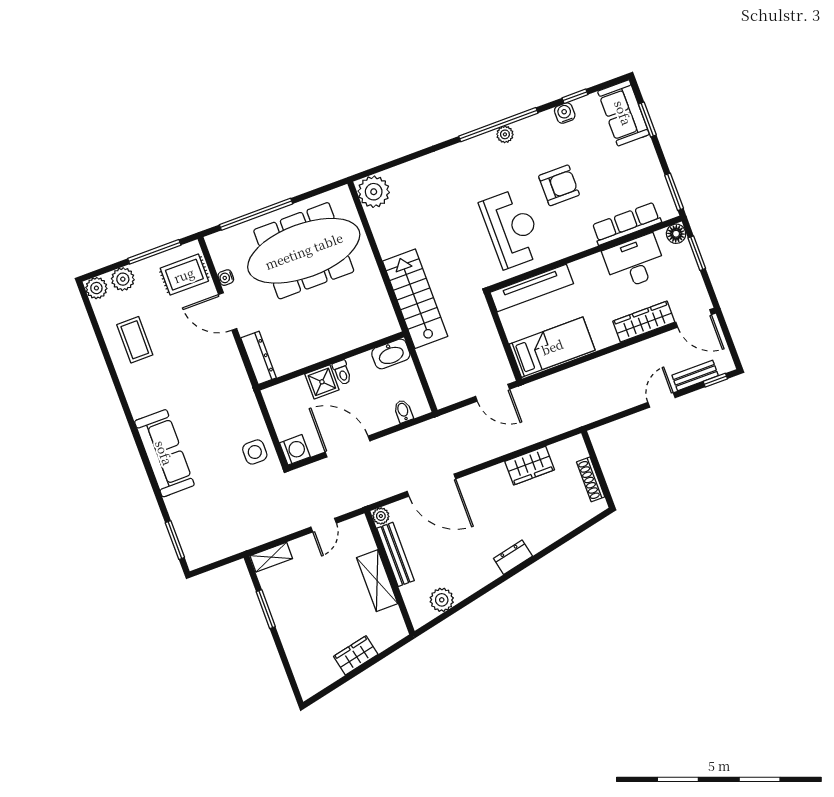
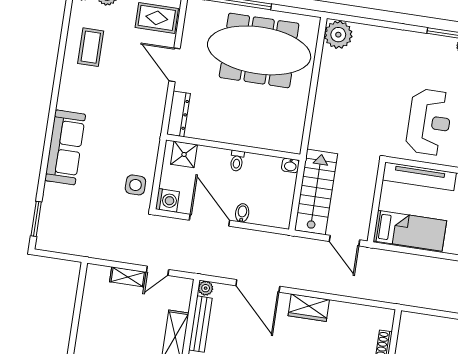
water cooler: (226, 278) -> (187, 38), removed
stairs: (415, 299) -> (316, 192), moved
washbasin: (391, 354) -> (290, 165), width x0.52, depth x0.69
shower: (322, 382) -> (184, 154), moved
bidet: (403, 411) -> (242, 213), moved
wardrobe: (530, 466) -> (309, 308), moved
shelving: (271, 557) -> (128, 277), moved
window: (266, 609) -> (77, 311), removed

